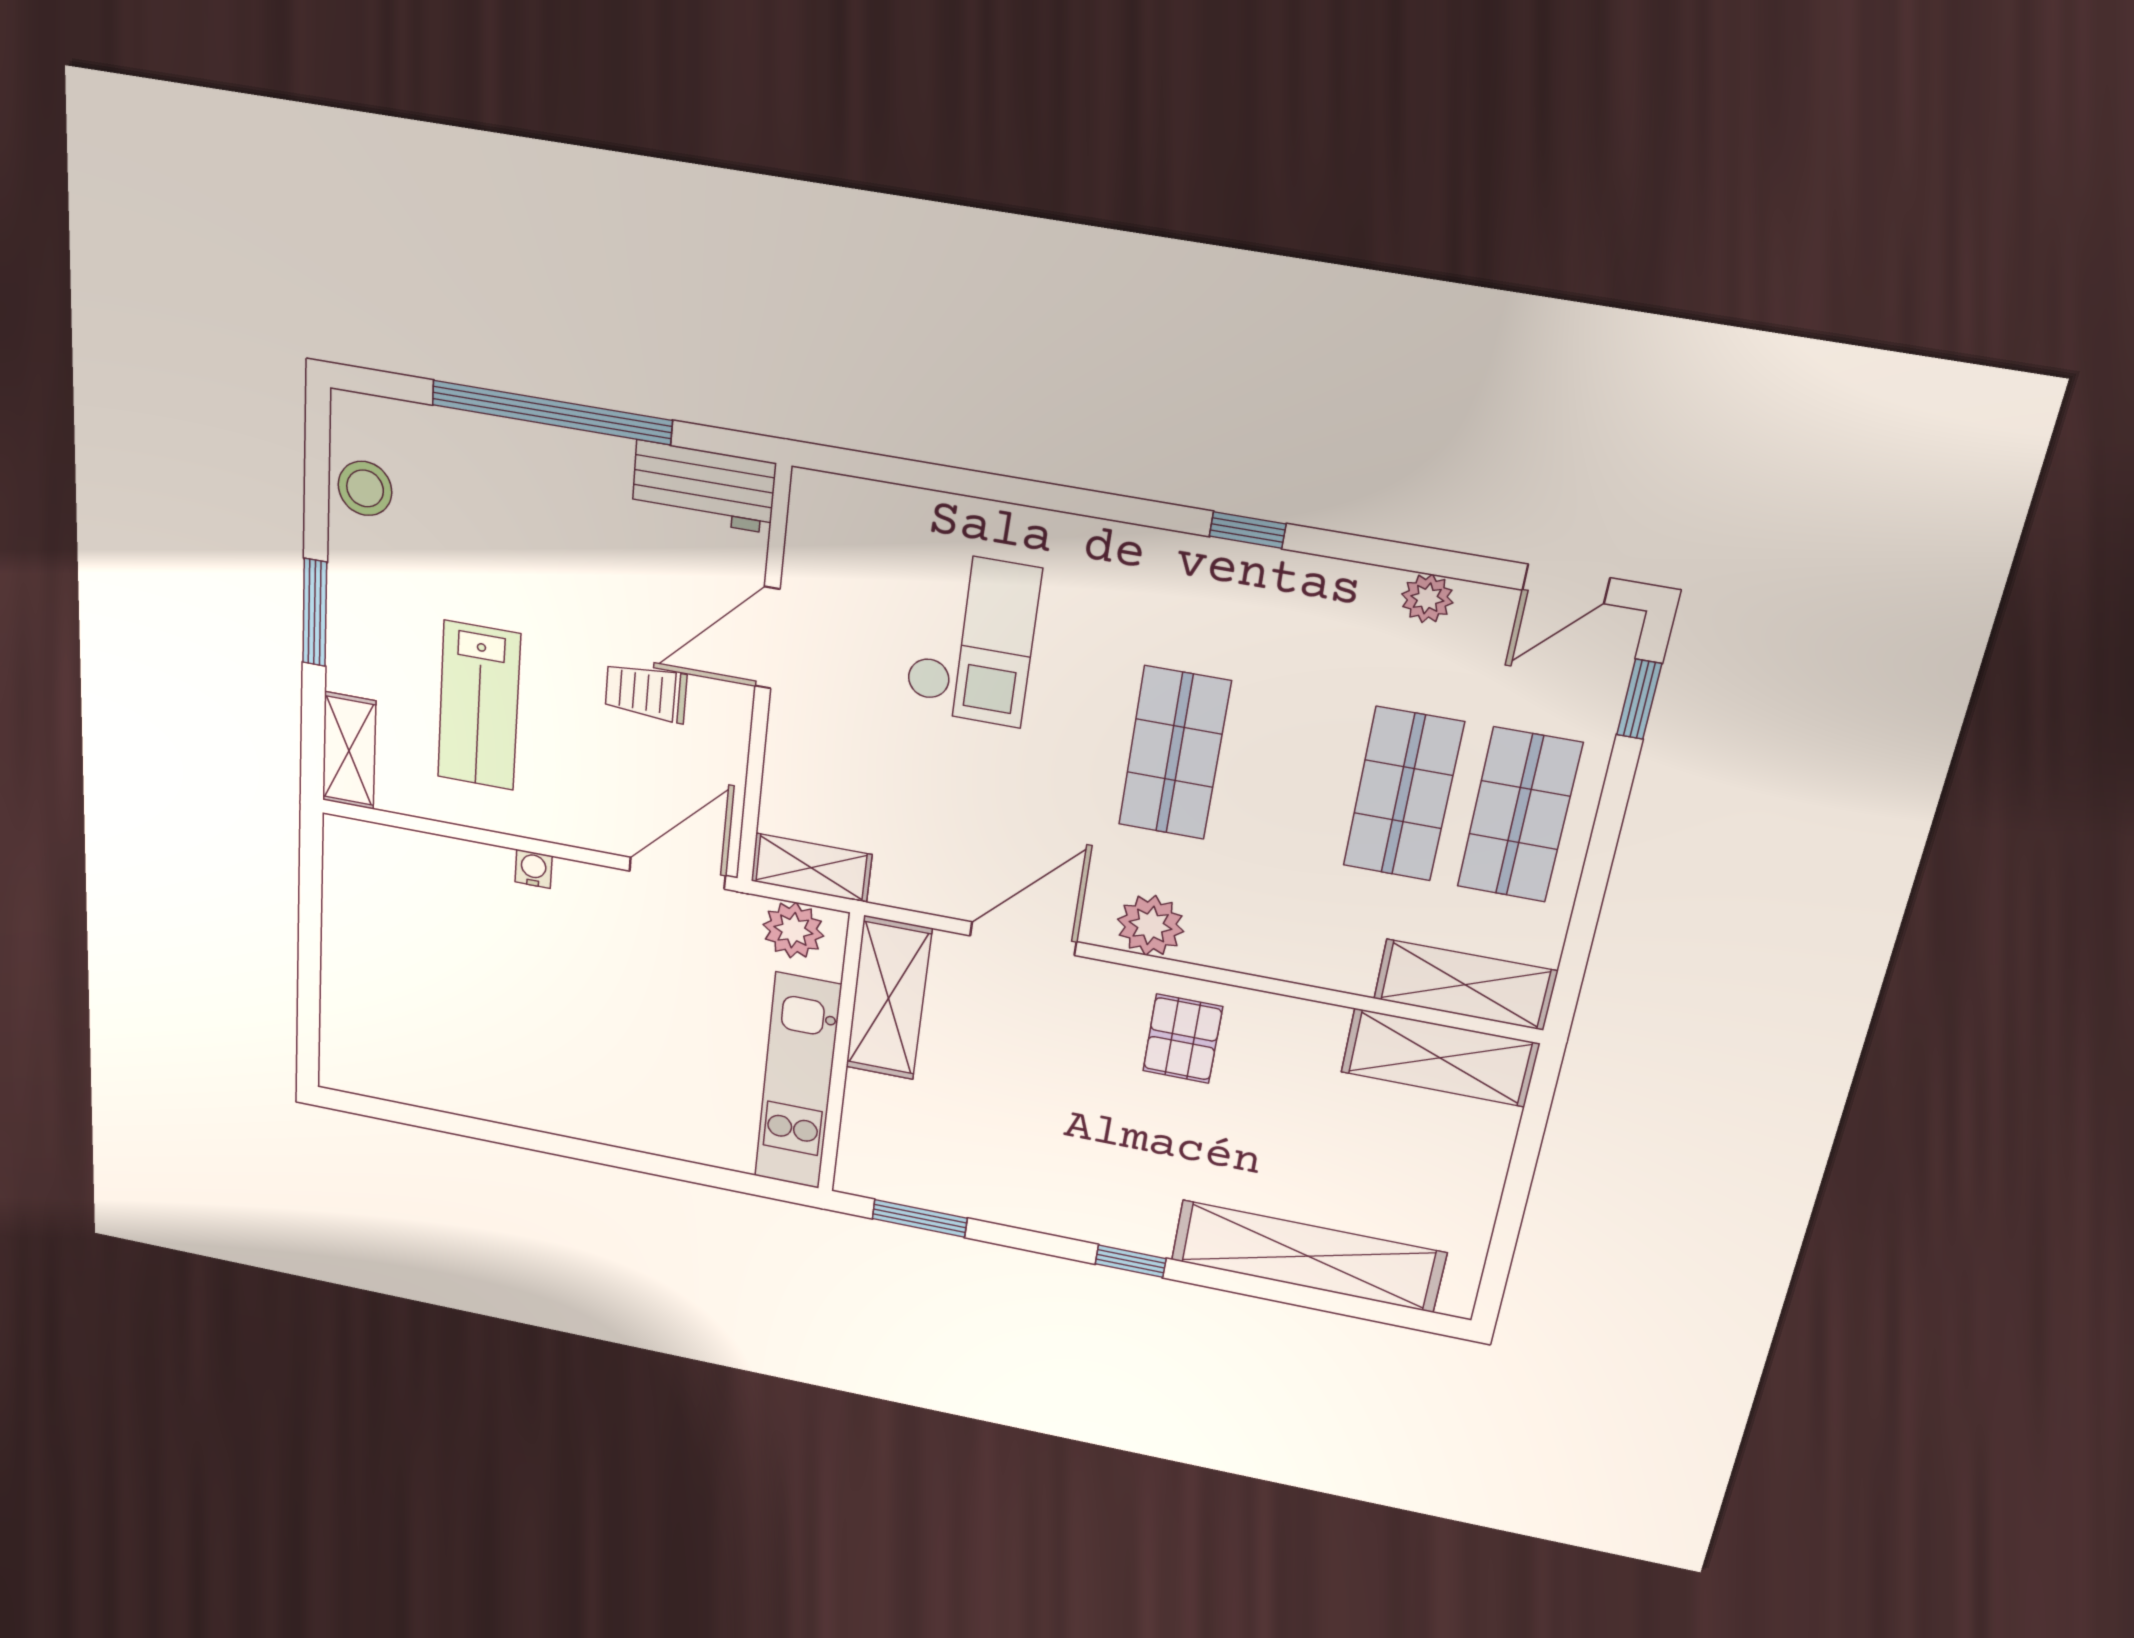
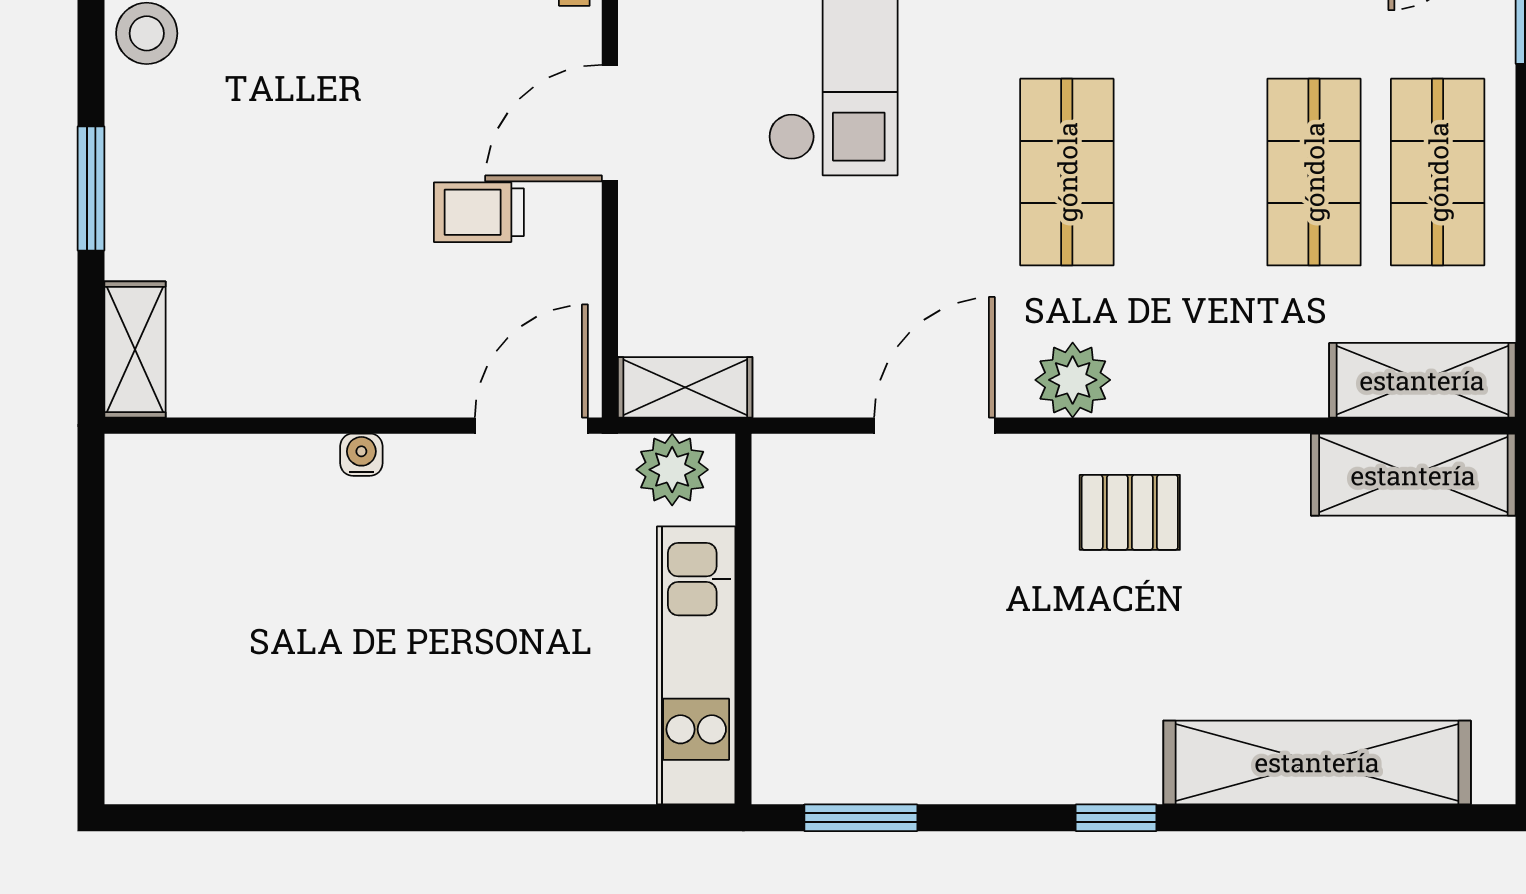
lab bench: (479, 706) -> (287, 265), removed
shelving: (889, 998) -> (791, 533), removed
pallet: (1183, 1039) -> (1130, 512), turned 90

